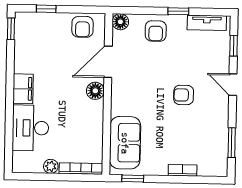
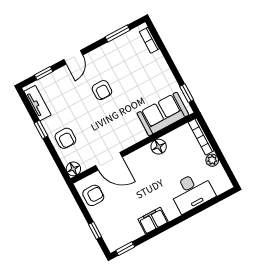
armchair: (156, 31) -> (65, 138), turned 90
filing cabinet: (23, 89) -> (153, 221), moved
floor lamp: (95, 91) -> (159, 147), moved
bookcase: (183, 170) -> (149, 40), moved

